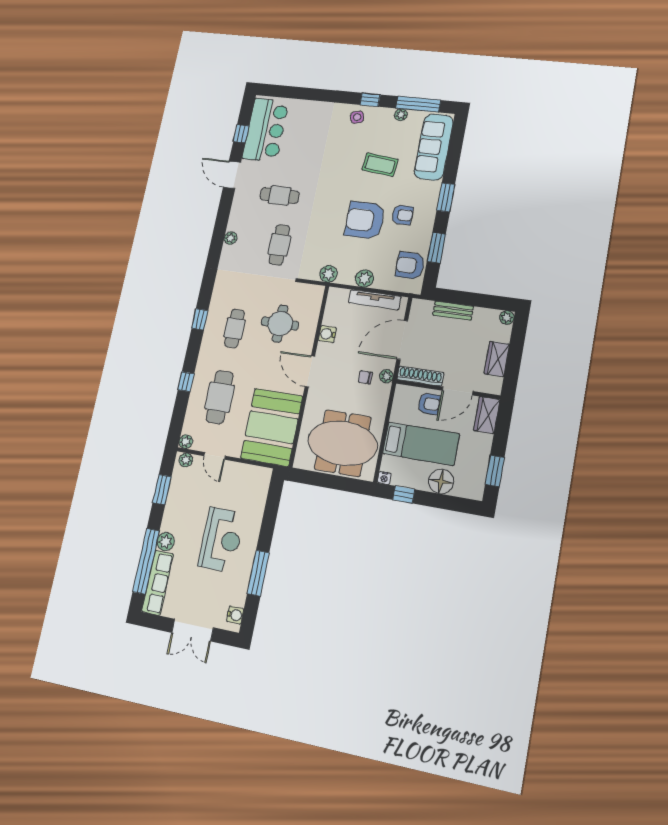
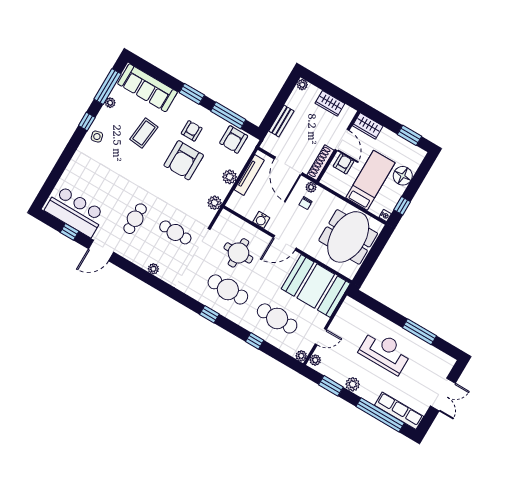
window: (436, 248) -> (228, 115), width x1.44
cafe table: (235, 329) -> (228, 289), width x1.37, depth x1.35
plant: (166, 542) -> (353, 384), moved
water cooler: (235, 615) -> (443, 359), removed

